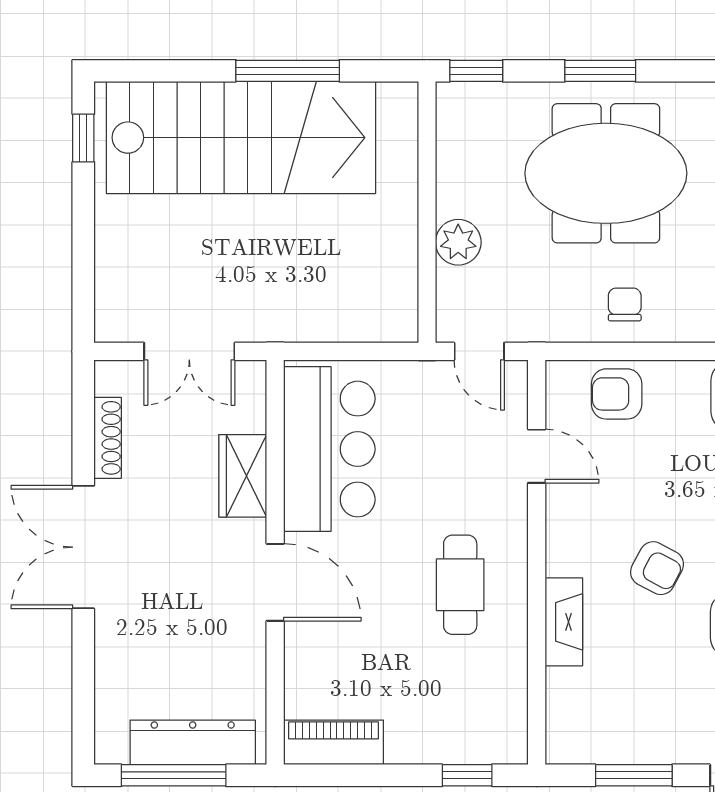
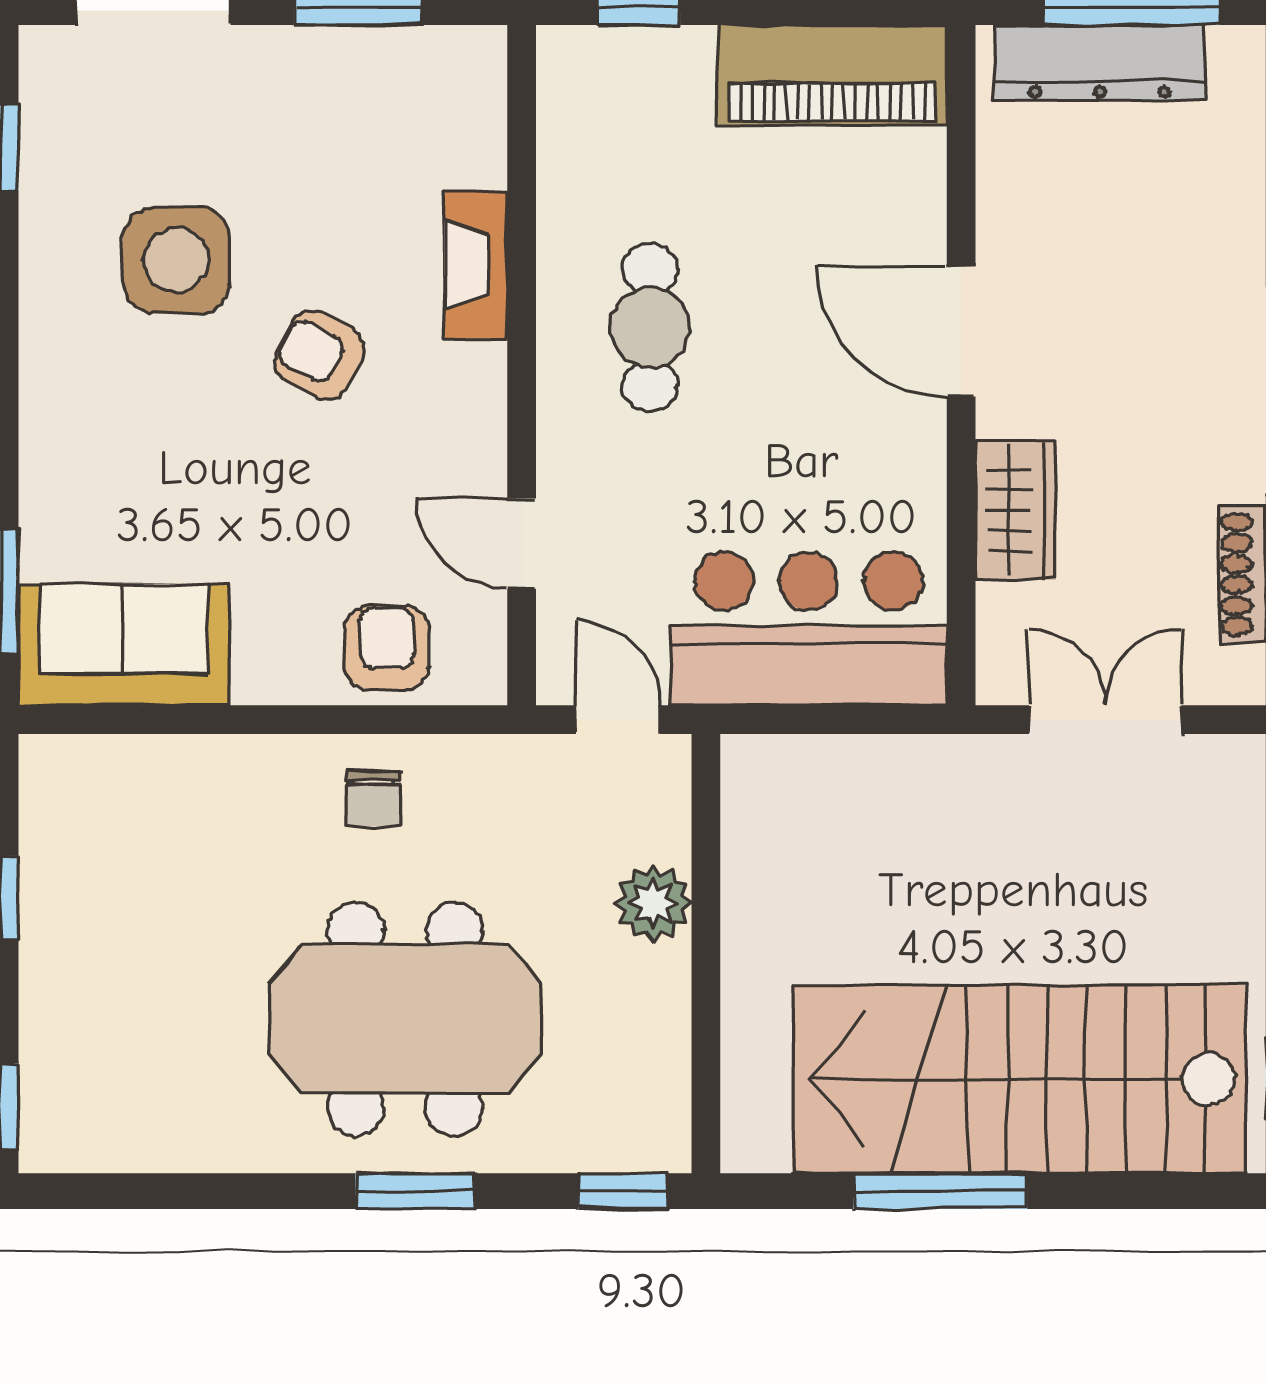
armchair: (617, 394) -> (387, 648), turned -90
bar counter: (329, 449) -> (809, 629), moved, turned 90
piano: (333, 742) -> (832, 75), width x1.37, depth x1.33

